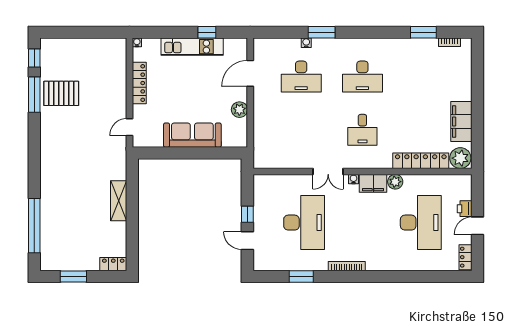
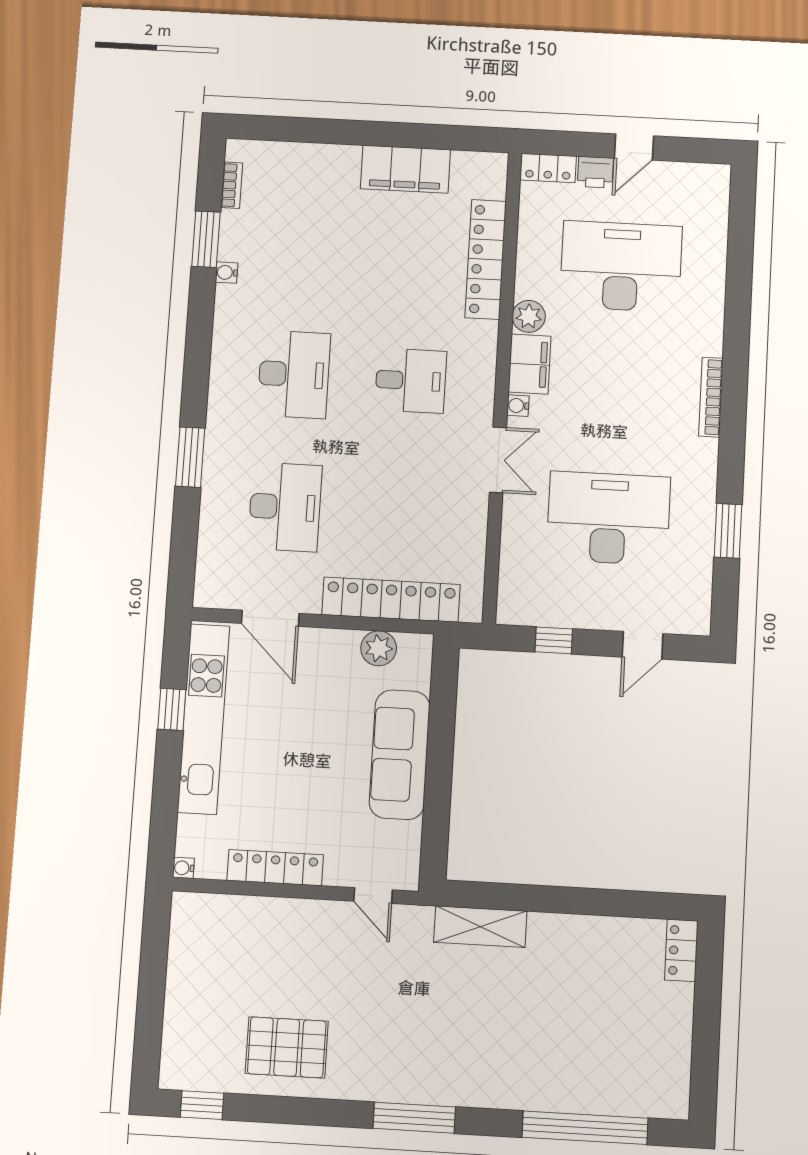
water cooler: (306, 43) -> (227, 272), moved
kitchen unit: (192, 47) -> (203, 719), width x1.36
pallet: (61, 93) -> (287, 1047), turned 90
window: (34, 95) -> (414, 1118), moved
plant: (239, 110) -> (379, 648), moved
locker: (262, 127) -> (391, 600), added
plant: (460, 158) -> (485, 175), removed
shelving: (119, 201) -> (480, 927), moved
window: (247, 214) -> (554, 640), moved
door: (477, 226) -> (634, 147), hinge flipped
locker: (465, 257) -> (548, 168), moved
bookcase: (347, 266) -> (711, 397), moved
window: (73, 277) -> (706, 1044), removed

